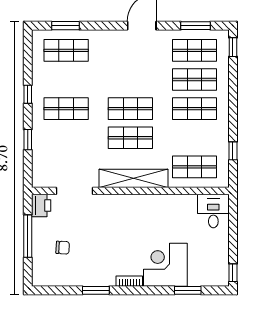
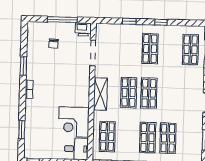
shop shelf: (194, 50) -> (188, 139), removed
shelving: (134, 178) -> (100, 94), width x0.68
corner desk: (165, 265) -> (74, 122), moved, turned 180

